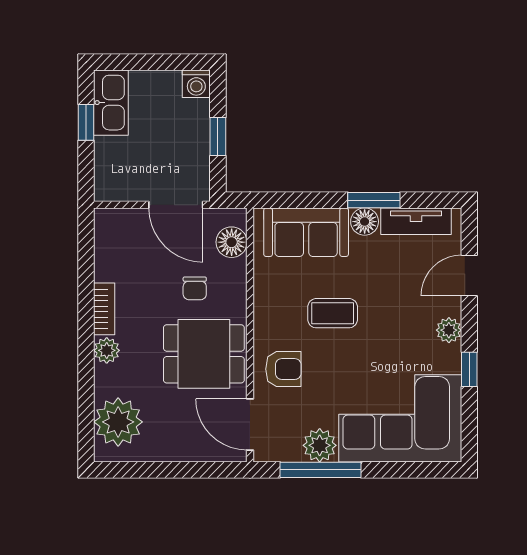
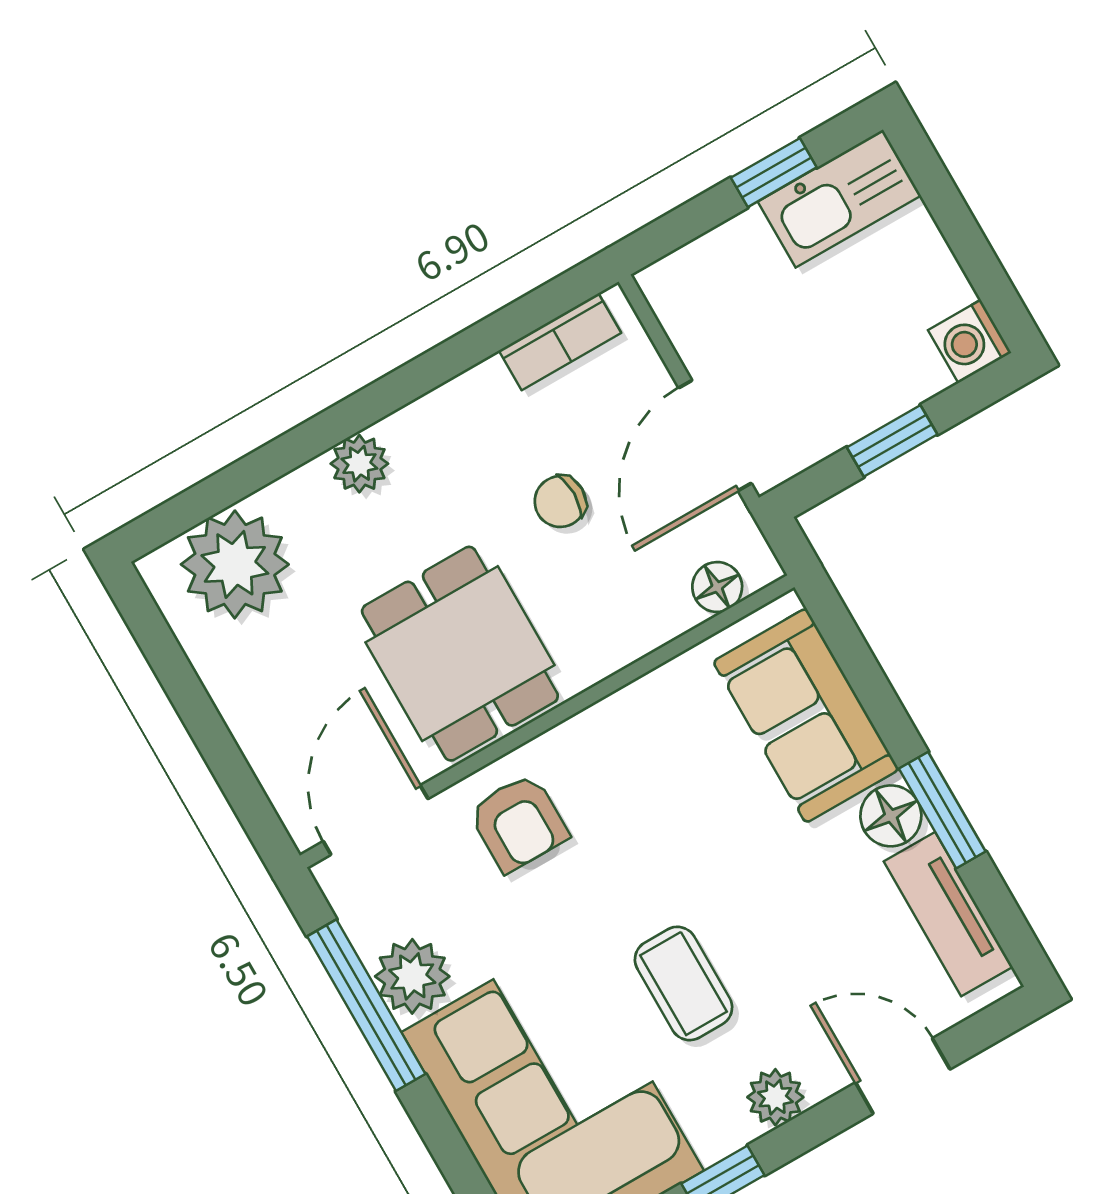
floor lamp: (232, 242) -> (717, 587), width x0.73, depth x0.73
chair: (195, 288) -> (560, 502), moved
bookcase: (104, 309) -> (560, 342), moved
coffee table: (333, 313) -> (684, 983), moved

